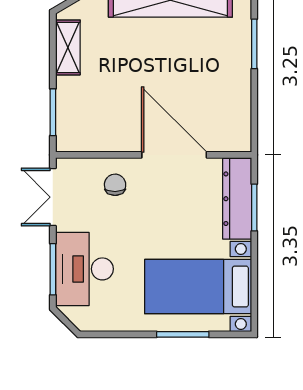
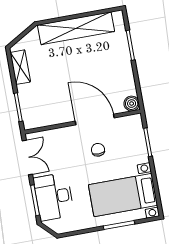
boiler: (239, 140) -> (132, 104), added
chair: (115, 185) -> (98, 150), moved
double door: (53, 197) -> (27, 157), swing flipped
dresser: (237, 199) -> (137, 139), removed

